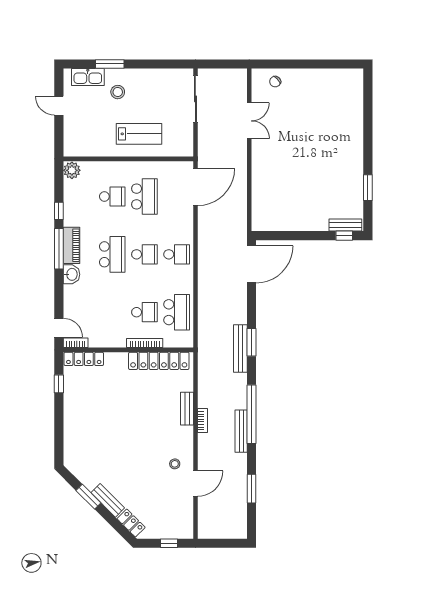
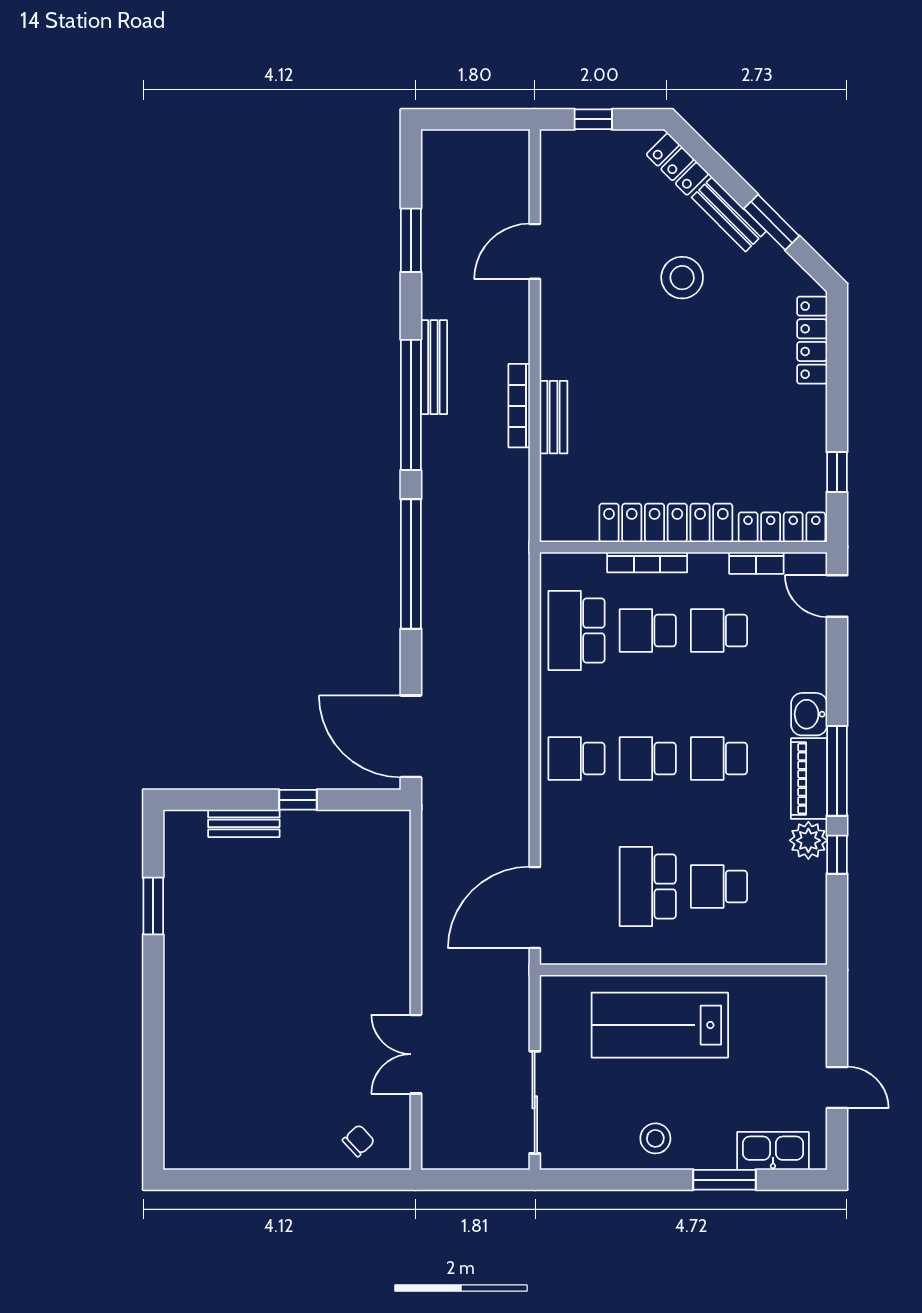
stool: (118, 92) -> (655, 1138), moved
lab bench: (139, 134) -> (660, 1025), width x1.36, depth x1.39
plant: (72, 170) -> (808, 840), moved
bench: (345, 225) -> (244, 823), moved
window: (344, 236) -> (298, 800), moved
school desk: (112, 254) -> (719, 759), width x0.54
door: (251, 264) -> (411, 736), hinge flipped
school desk: (112, 312) -> (719, 631), added
window: (251, 342) -> (411, 564), width x2.11
bookcase: (76, 343) -> (756, 563), moved
bench: (240, 349) -> (436, 550), removed
locker: (159, 361) -> (666, 523), moved
bookcase: (203, 421) -> (519, 406), width x1.56
locker: (70, 443) -> (812, 340), added
stool: (175, 464) -> (682, 278), moved, width x1.89, depth x1.89

